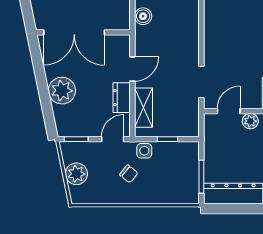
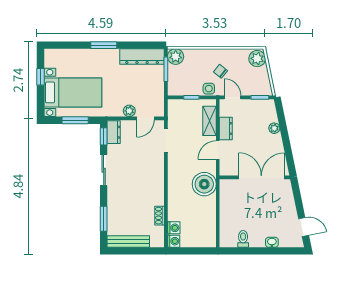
boiler: (143, 16) -> (204, 184), width x1.86, depth x1.86
plant: (62, 91) -> (274, 128), width x0.53, depth x0.53
door: (113, 139) -> (233, 97), swing flipped
plant: (76, 174) -> (257, 59), moved
plant: (189, 194) -> (176, 57), added

